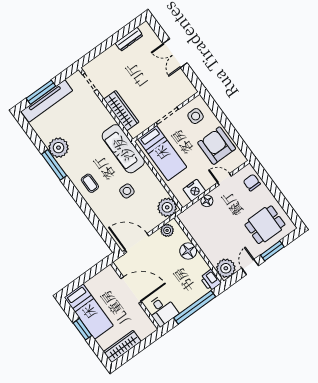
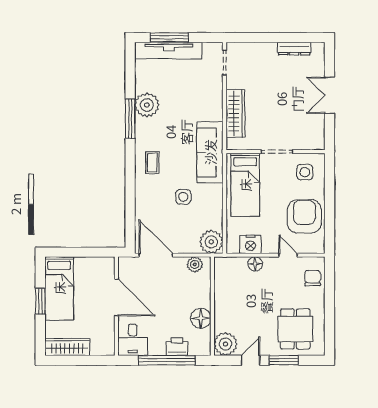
dining table: (265, 225) -> (295, 329), turned 90
floor lamp: (188, 251) -> (201, 318), moved
printer: (211, 280) -> (177, 347), moved, turned 90

